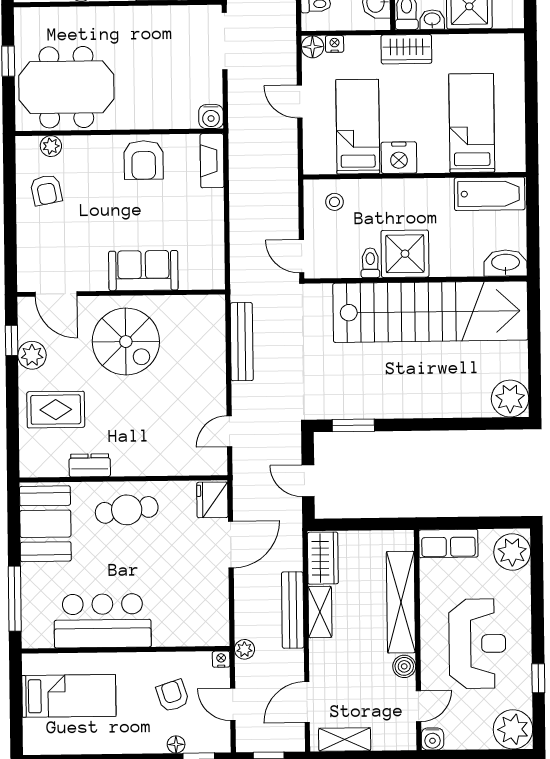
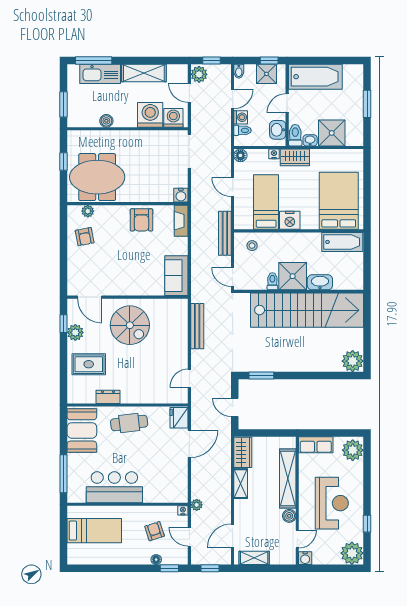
nightstand: (335, 44) -> (274, 154), moved
bed: (472, 123) -> (339, 201), width x1.50
washbasin: (506, 263) -> (320, 282), moved
sofa: (143, 271) -> (176, 276), moved, turned -90
bench: (293, 610) -> (225, 233), moved

